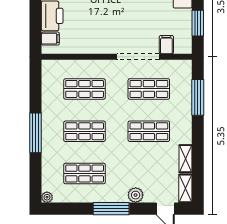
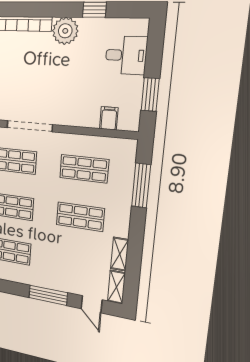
doorway: (138, 57) -> (30, 126), moved
plant: (136, 195) -> (60, 283), removed
window: (111, 209) -> (48, 295), moved

